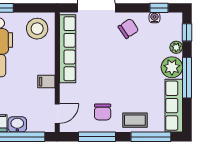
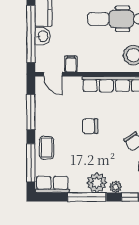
filing cabinet: (46, 82) -> (71, 64), moved
row of seats: (174, 106) -> (52, 185), width x0.68
chair: (103, 112) -> (90, 126), moved

